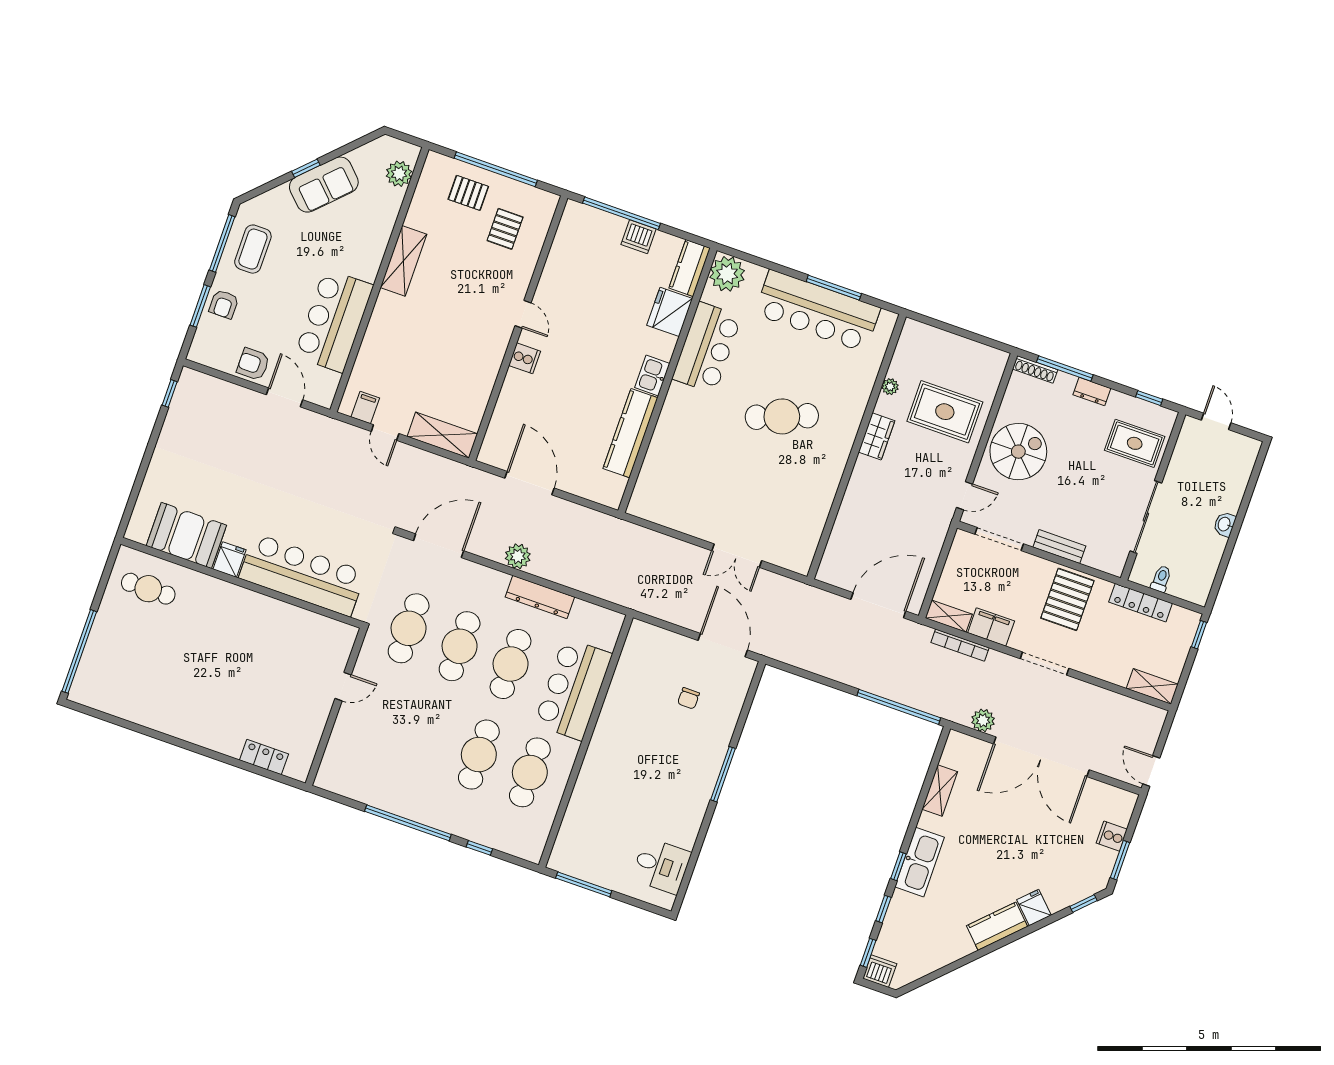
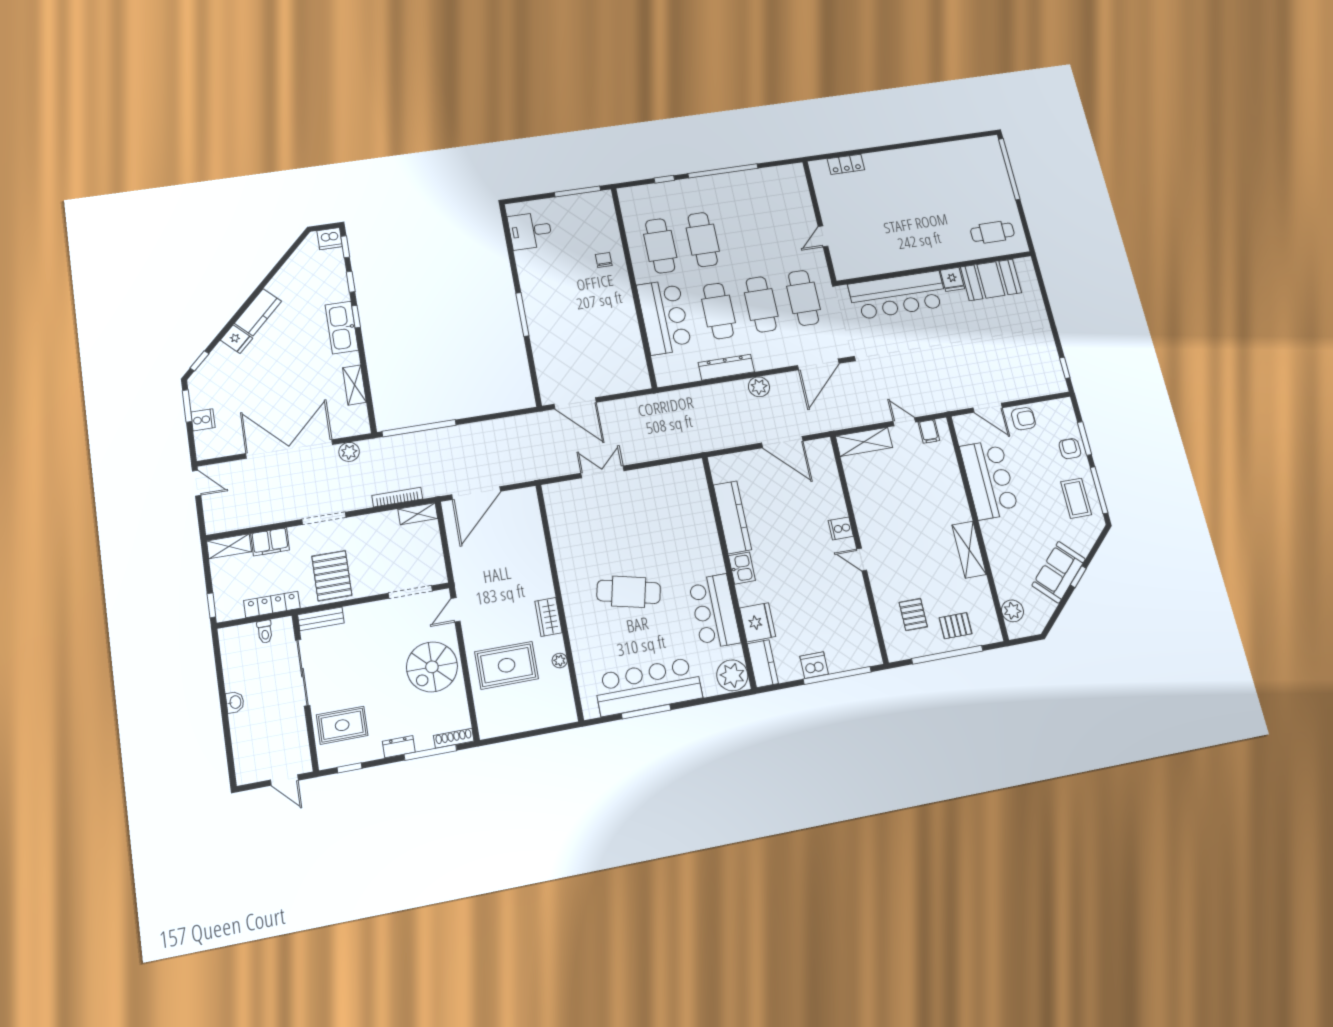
cafe table: (782, 416) -> (629, 592), turned 34
bench: (1059, 547) -> (321, 619), moved
filing cabinet: (991, 627) -> (270, 542), moved
chair: (689, 698) -> (604, 260), moved

